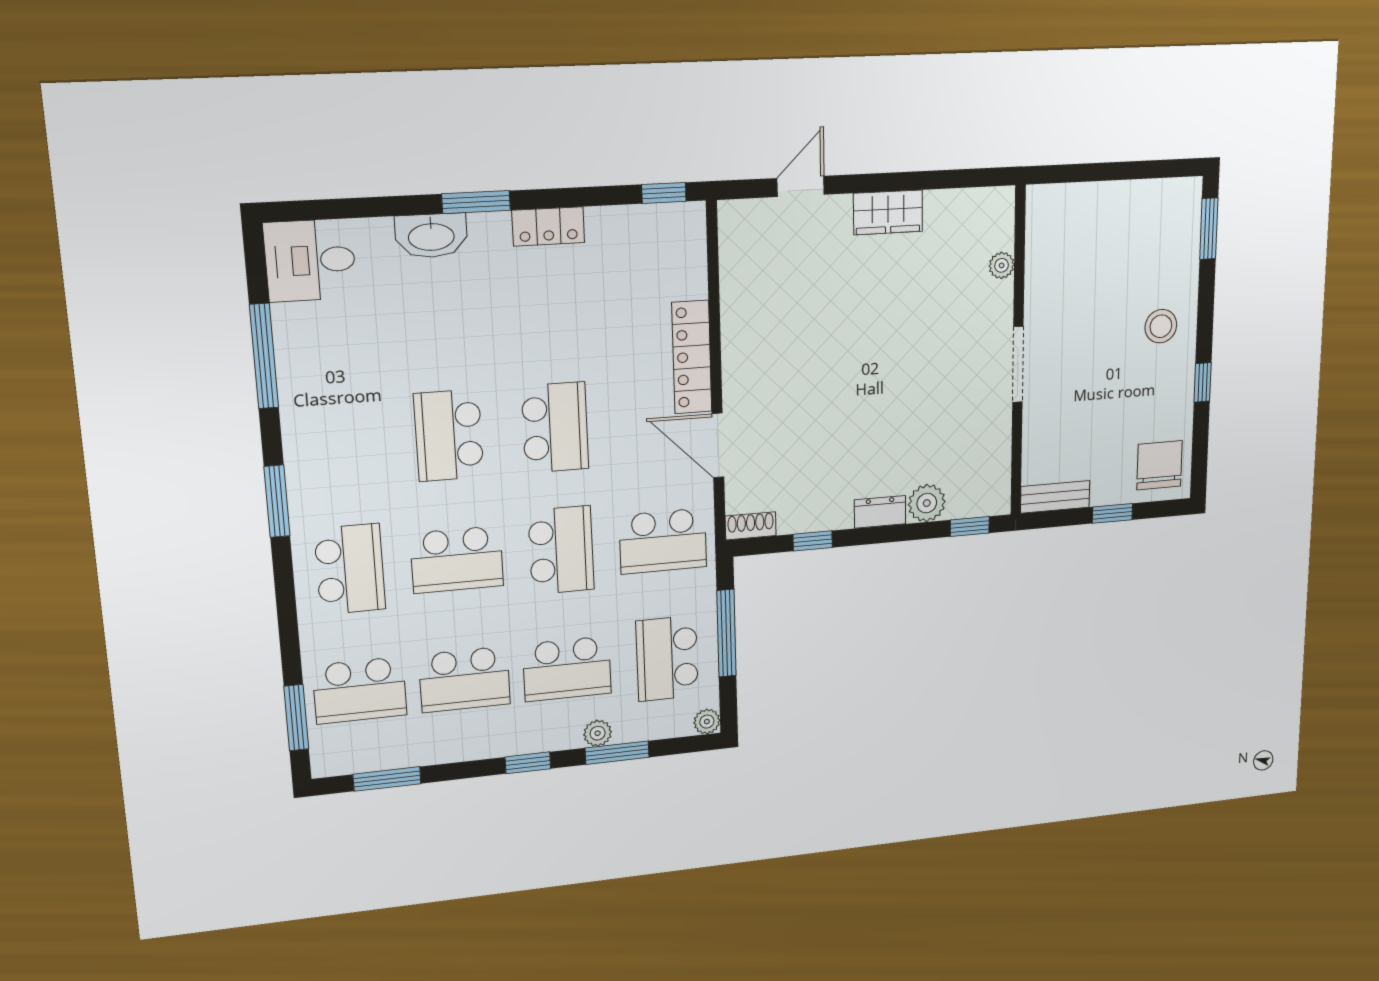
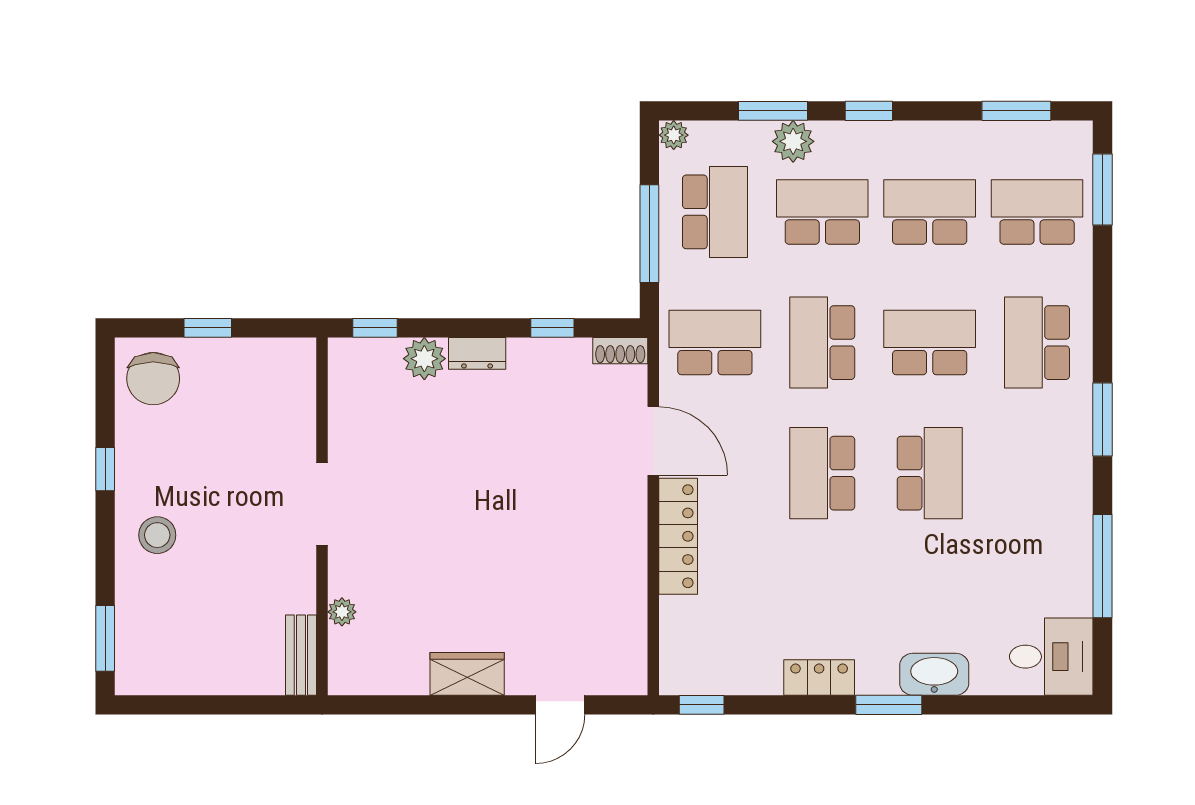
bench: (1055, 497) -> (301, 655), moved, turned 90
plant: (598, 733) -> (793, 141), width x1.38, depth x1.38

